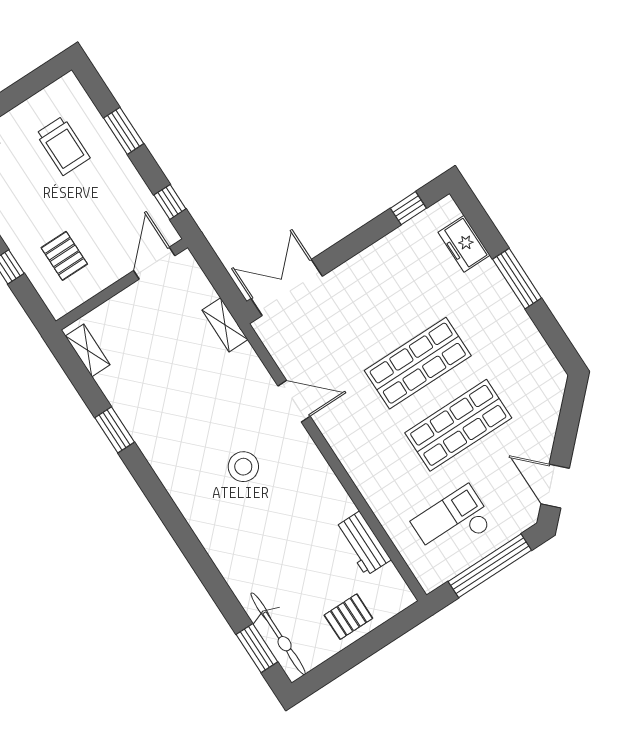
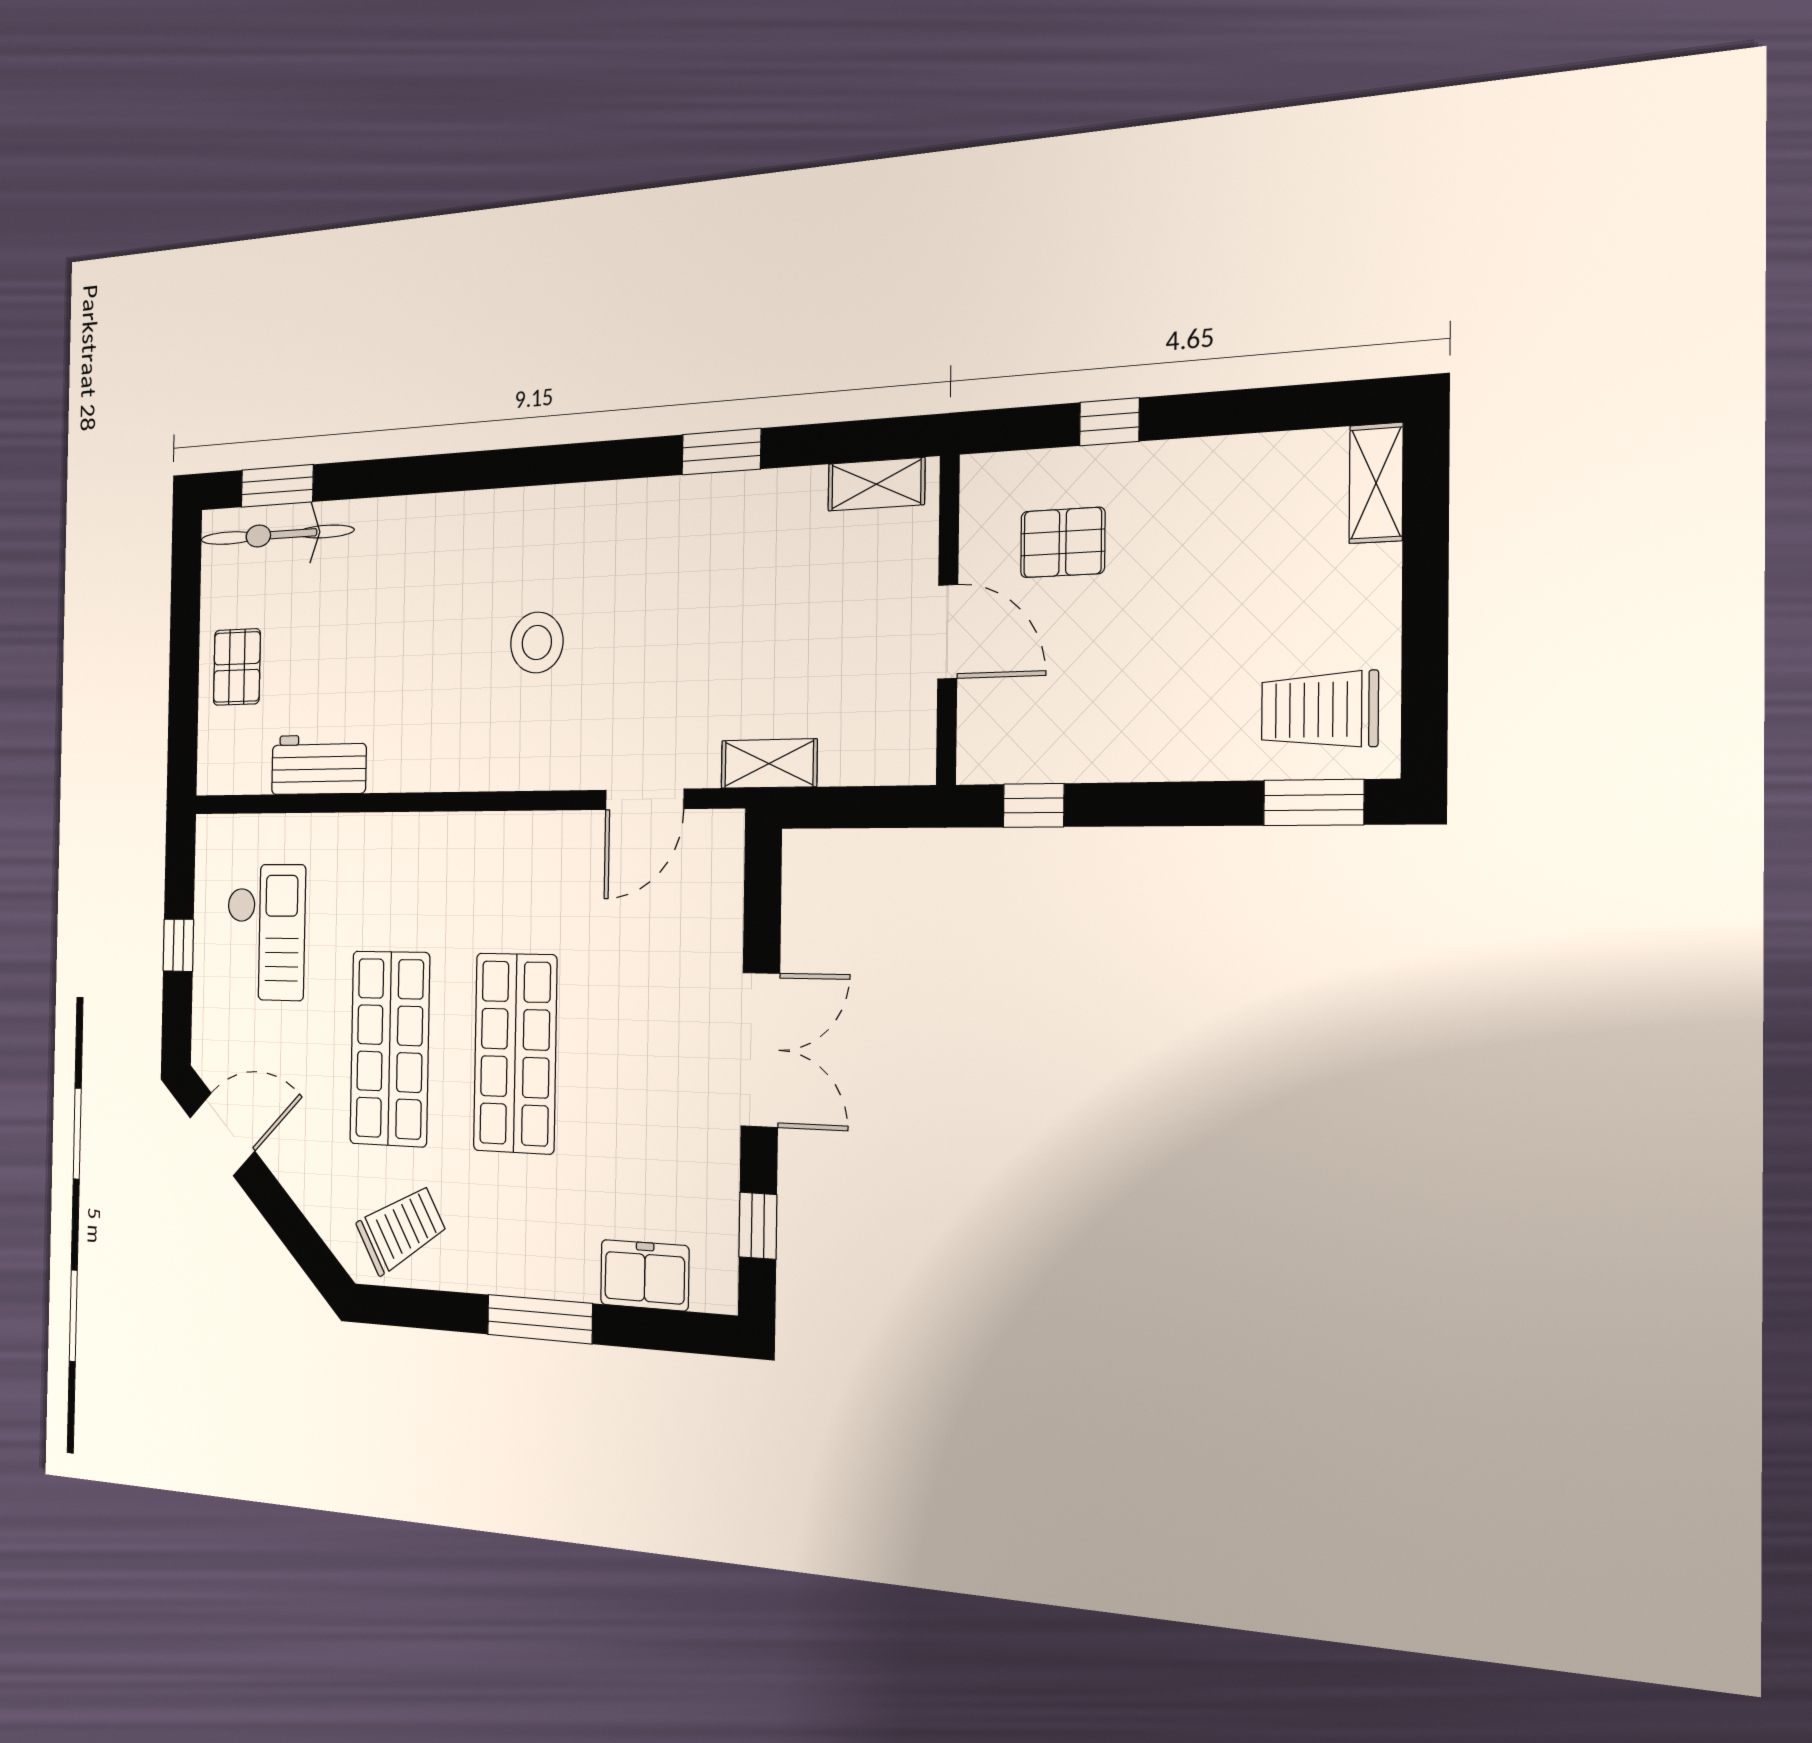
window: (124, 131) -> (1314, 803), moved
trolley: (63, 146) -> (1319, 710), moved
door: (154, 263) -> (948, 632), moved
double door: (287, 287) -> (760, 1050), moved
trolley: (529, 368) -> (401, 1229), added
door: (294, 401) -> (645, 799), moved
window: (490, 566) -> (178, 945), width x0.32

